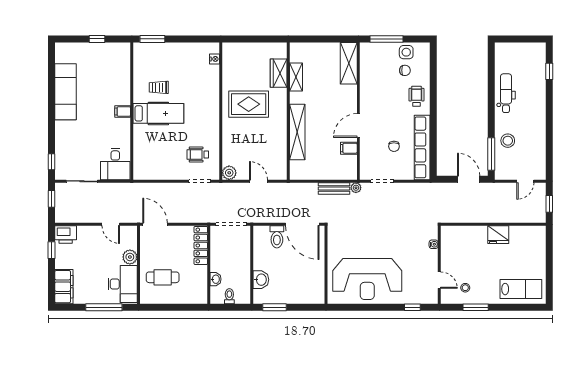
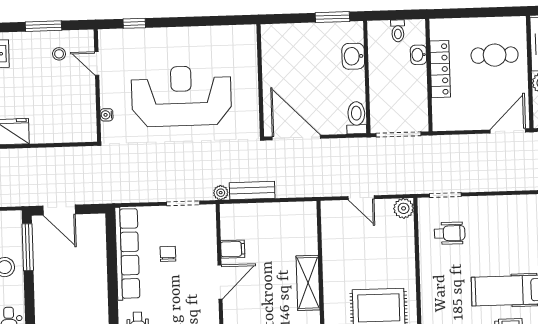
shelving: (297, 132) -> (308, 283), width x0.68
door: (155, 224) -> (508, 131), swing flipped
toilet: (277, 237) -> (356, 118), moved
locker: (201, 245) -> (440, 69), moved
reception desk: (367, 279) -> (181, 96), moved

